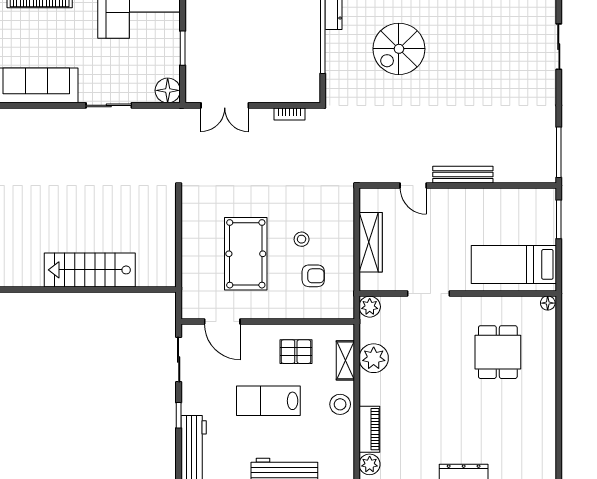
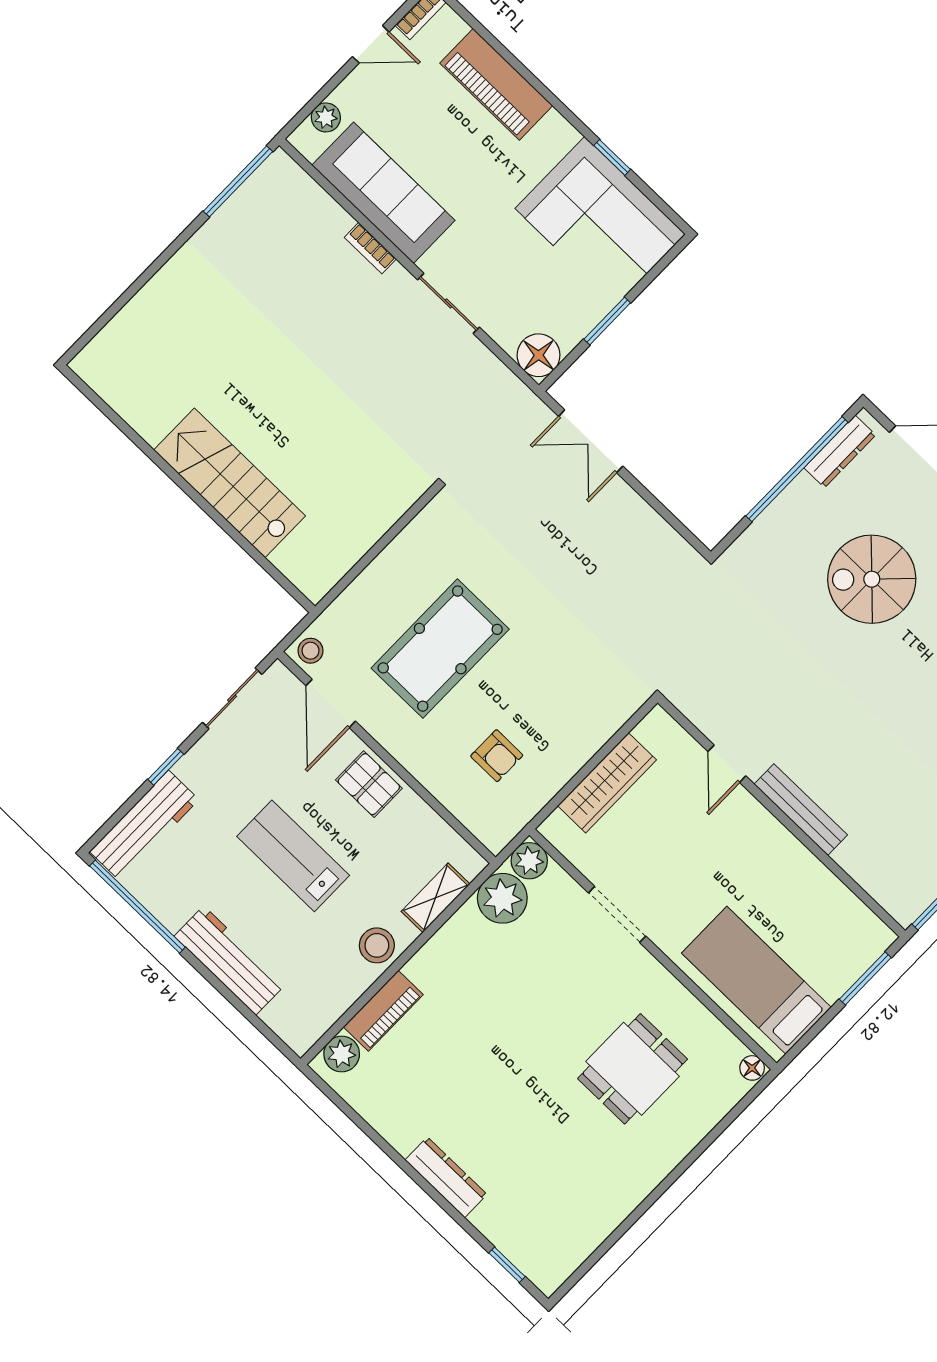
bookcase: (289, 114) -> (370, 248), moved
stool: (302, 239) -> (311, 651), moved
pallet: (296, 352) -> (369, 784), moved
plant: (374, 358) -> (502, 898), moved

